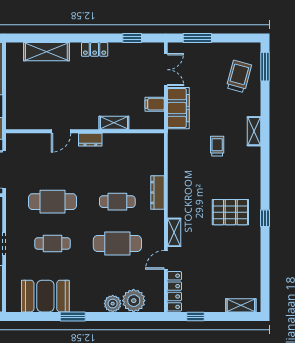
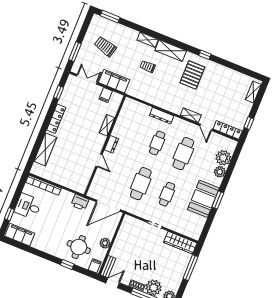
locker: (95, 49) -> (56, 119), width x1.53
trolley: (239, 76) -> (105, 47), moved
shelving: (252, 169) -> (171, 51), added
booth: (45, 296) -> (203, 199), moved

